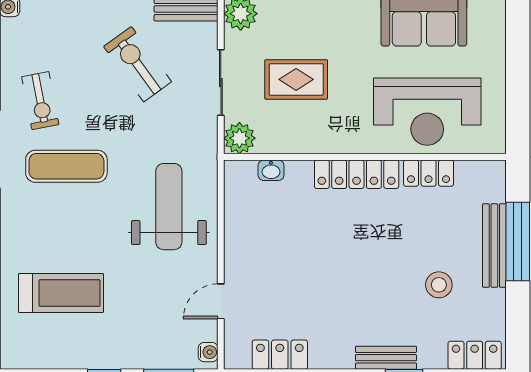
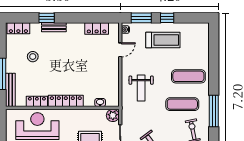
weight bench: (169, 207) -> (141, 88), width x0.73, depth x0.75
exercise mat: (51, 236) -> (188, 76), added
bench: (494, 246) -> (10, 90), moved
treadmill: (61, 293) -> (163, 40), moved, turned 180

